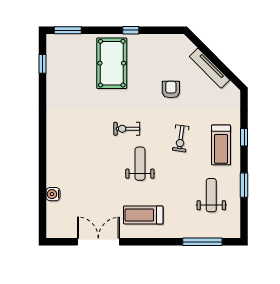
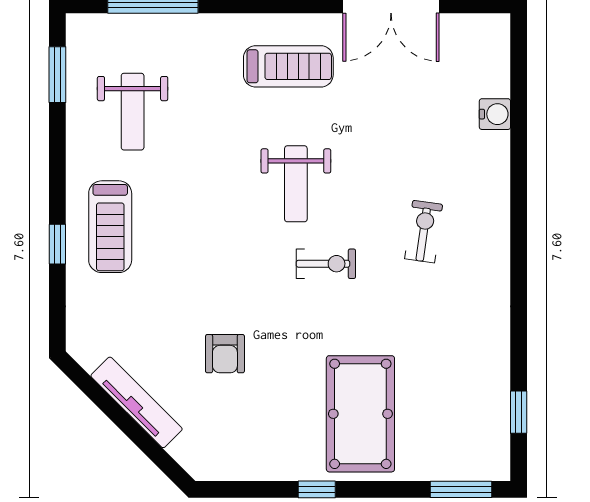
exercise bike: (181, 138) -> (424, 232), moved
treadmill: (221, 145) -> (110, 227), turned 180
window: (244, 185) -> (57, 75), moved

